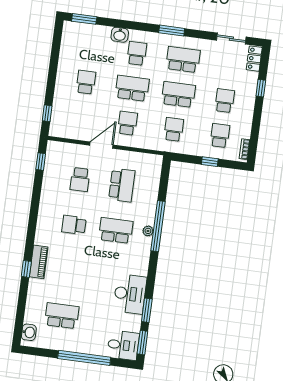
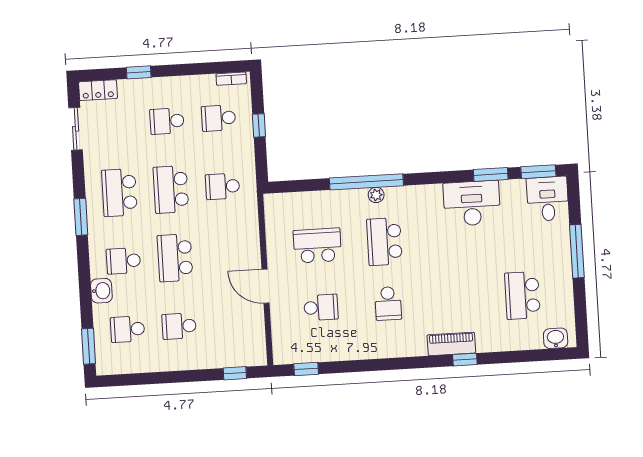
school desk: (127, 123) -> (127, 329), moved
window: (84, 358) -> (577, 251), width x0.68

